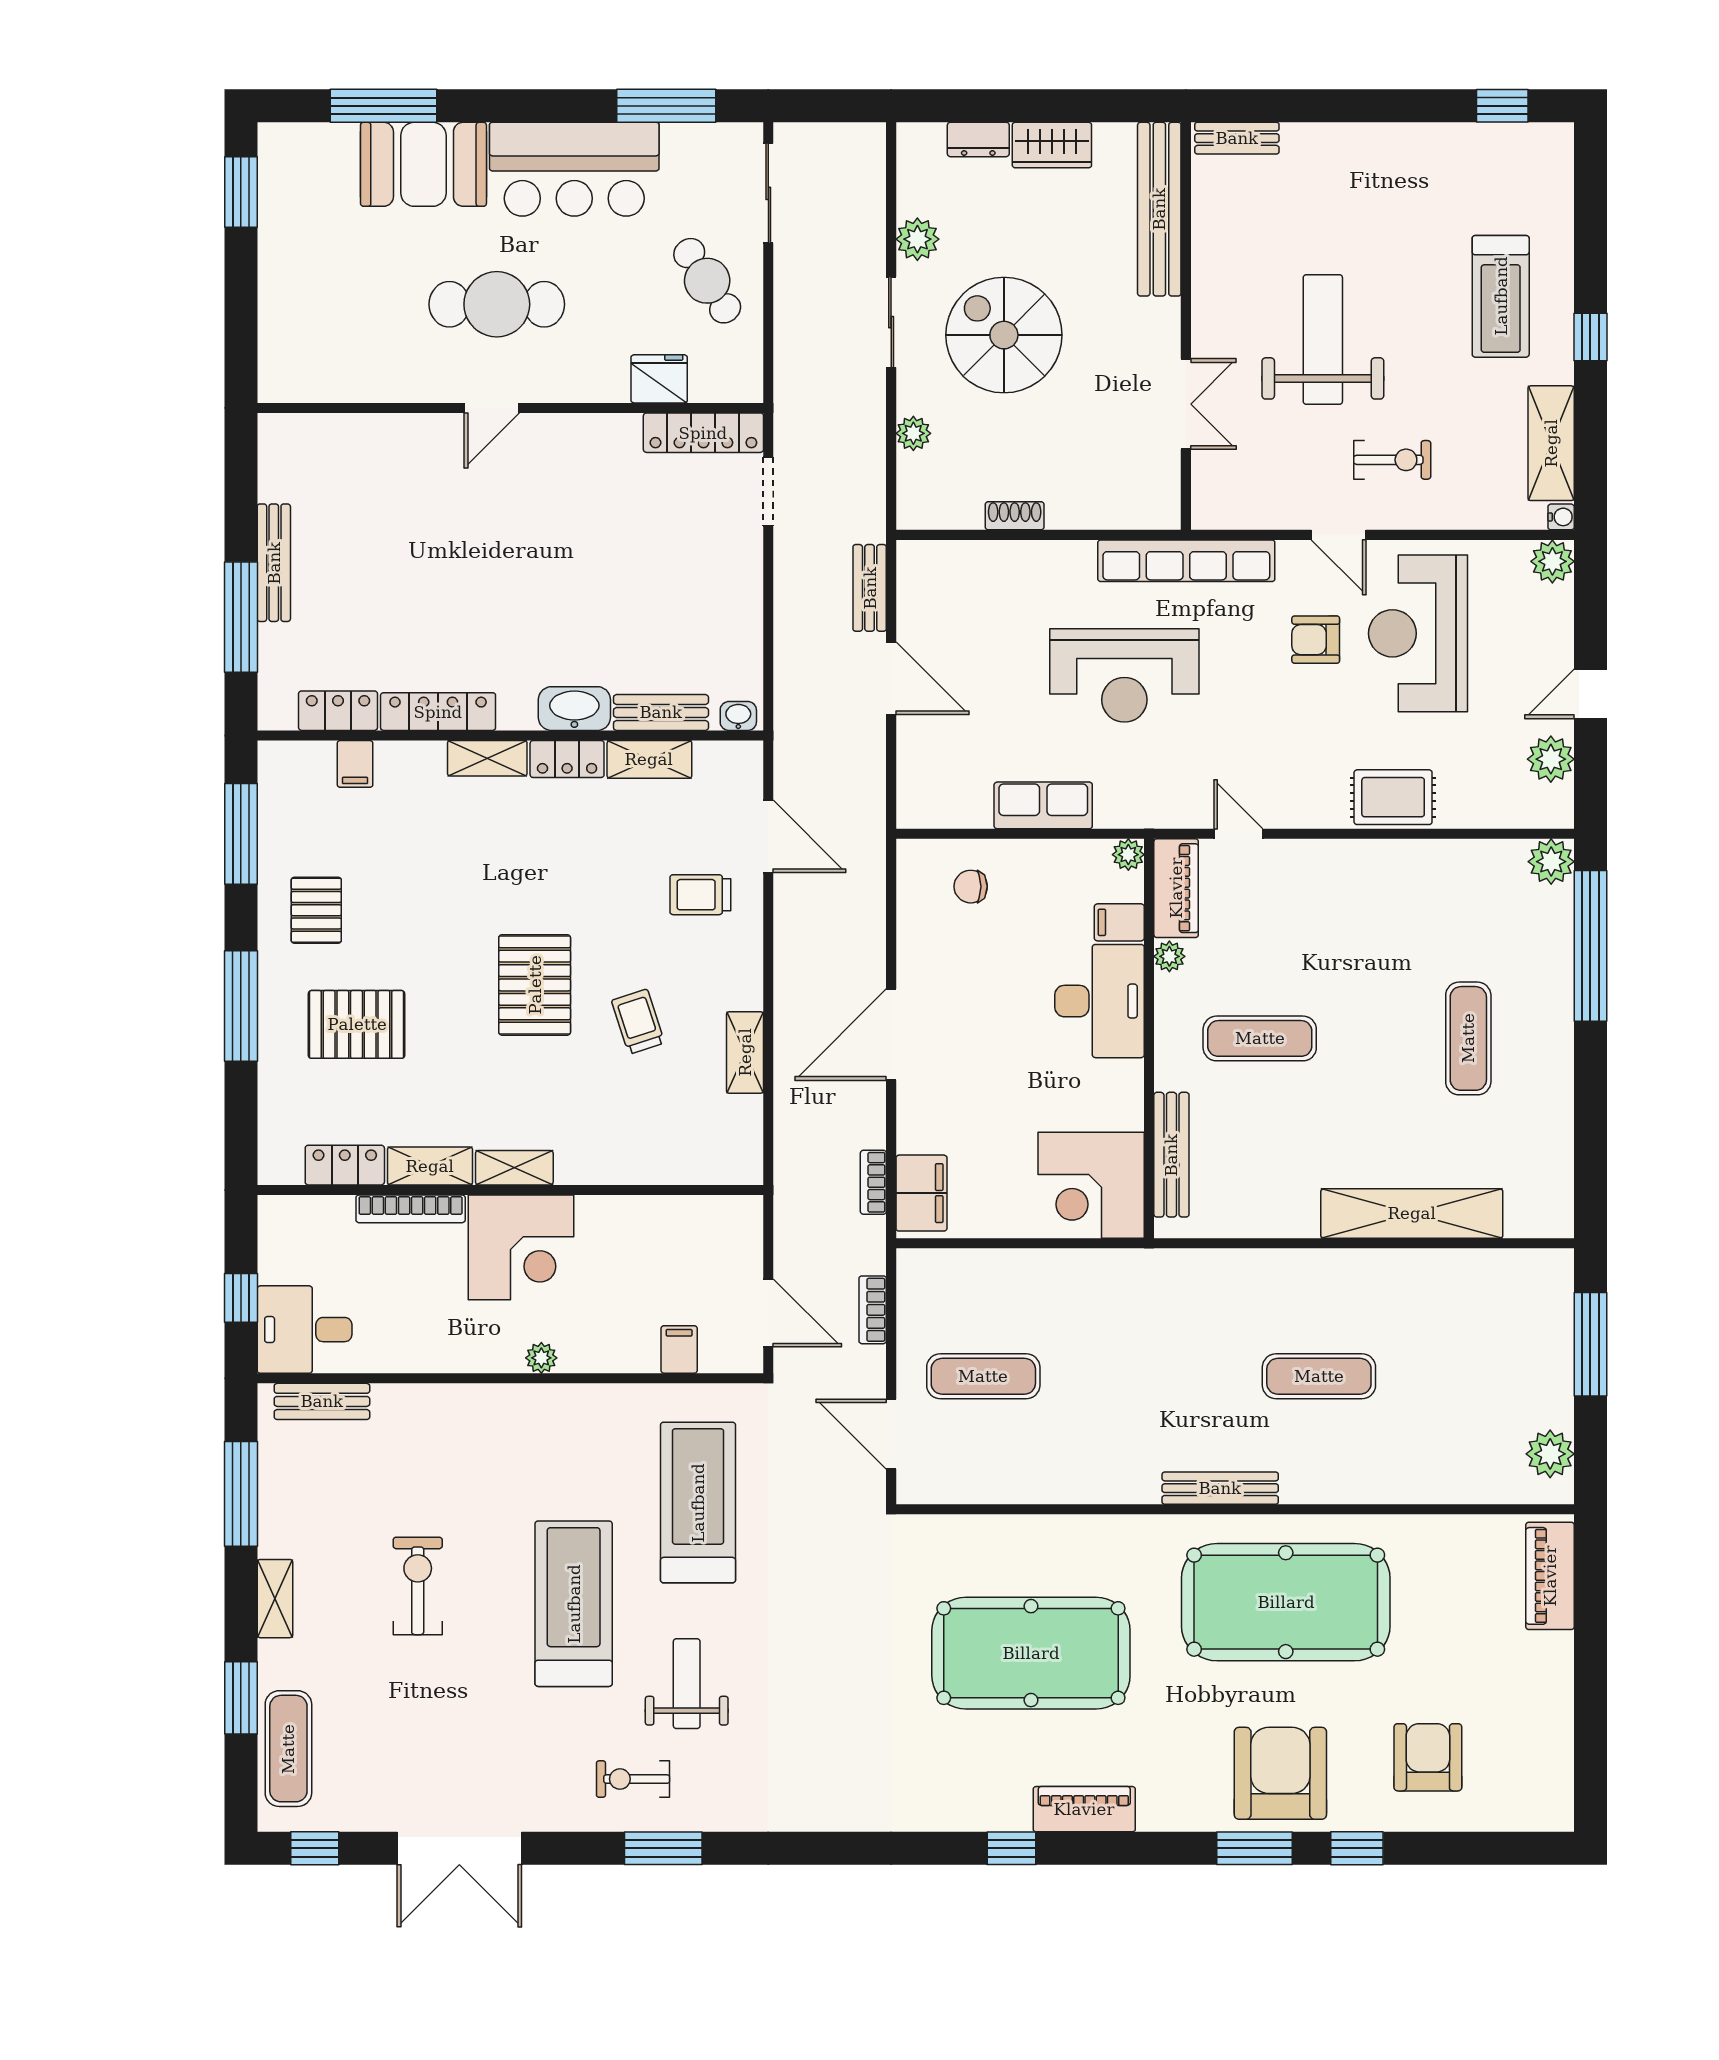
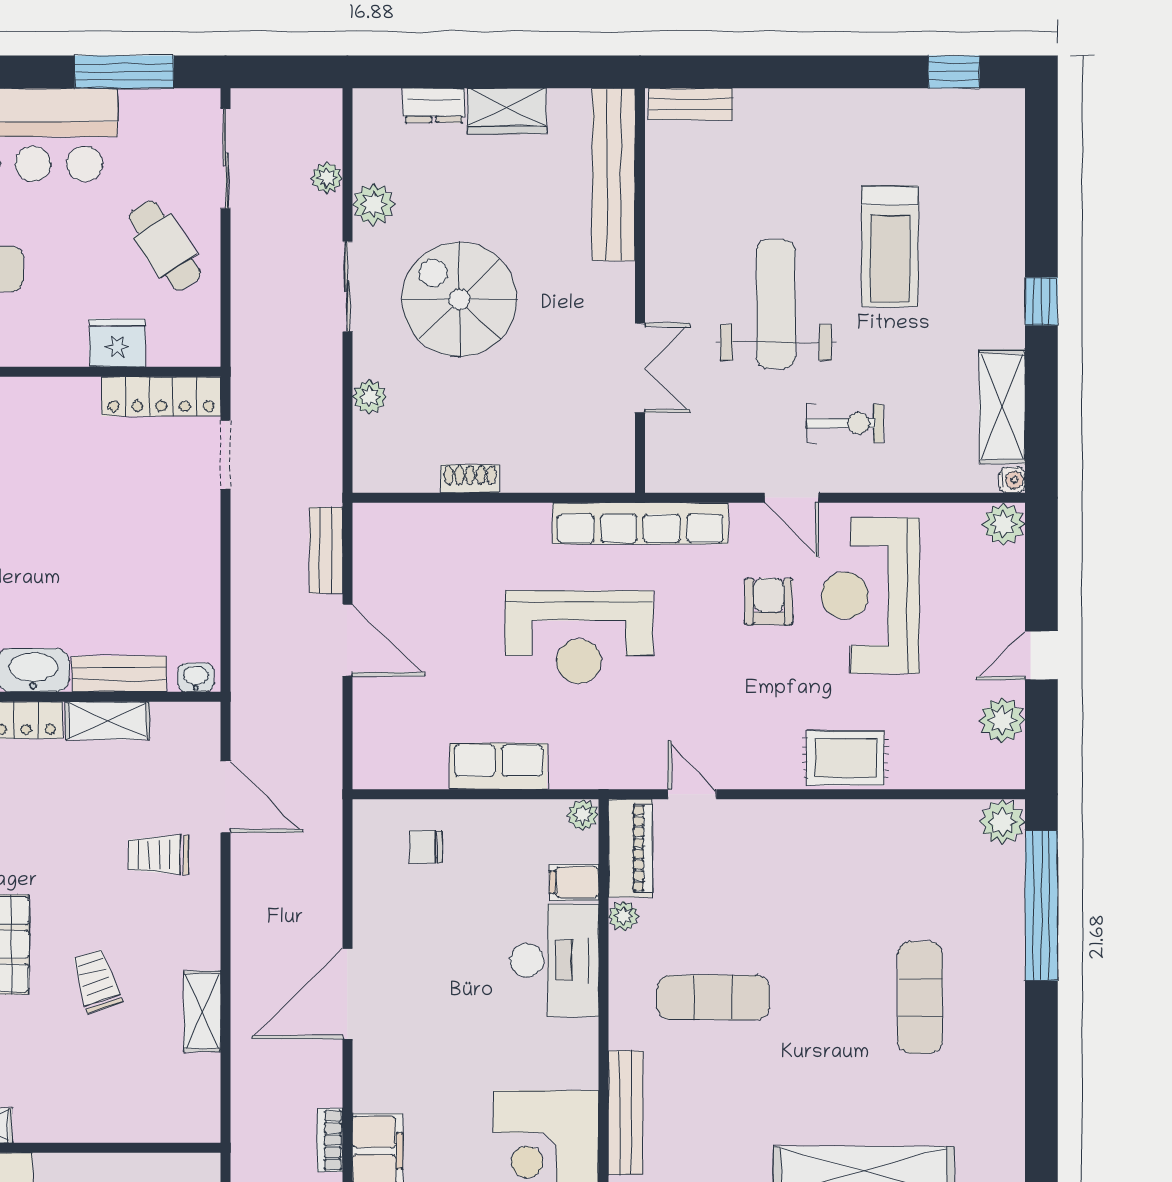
plant: (870, 212) -> (327, 178), added
treadmill: (1501, 296) -> (890, 246), moved
armchair: (1316, 640) -> (769, 602), turned 90

